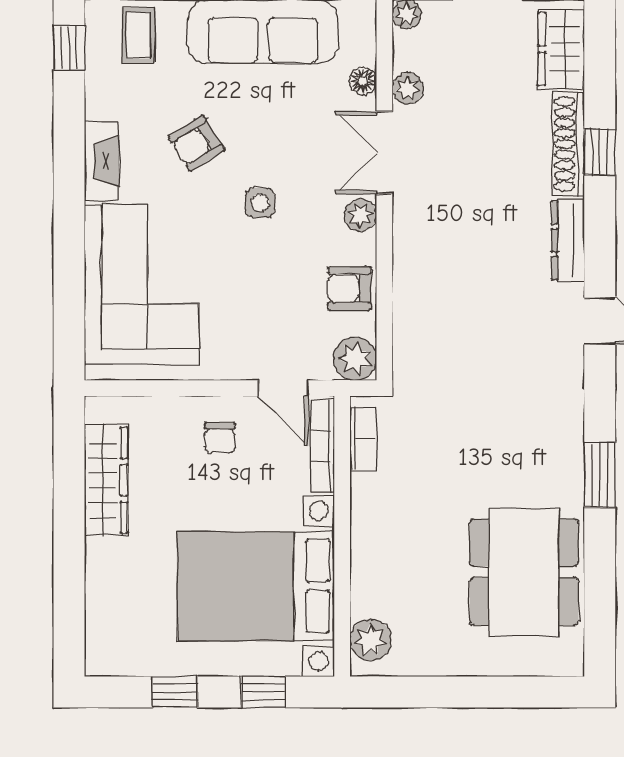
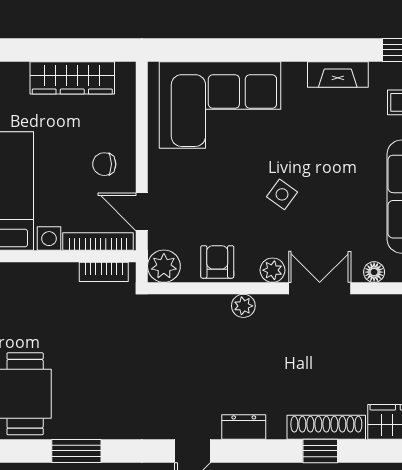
plant: (408, 88) -> (243, 306), moved
armchair: (196, 143) -> (327, 146), removed
fireplace: (102, 161) -> (338, 75), moved
side table: (260, 203) -> (282, 194), turned 36
dresser: (568, 241) -> (244, 427), width x0.70
door: (283, 388) -> (142, 212), hinge flipped

